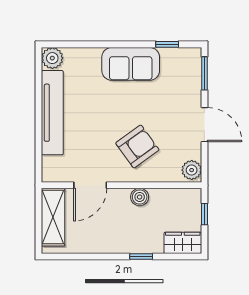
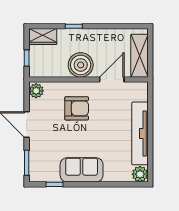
armchair: (137, 146) -> (77, 108), turned -144
boiler: (140, 197) -> (81, 65), width x1.86, depth x1.86

